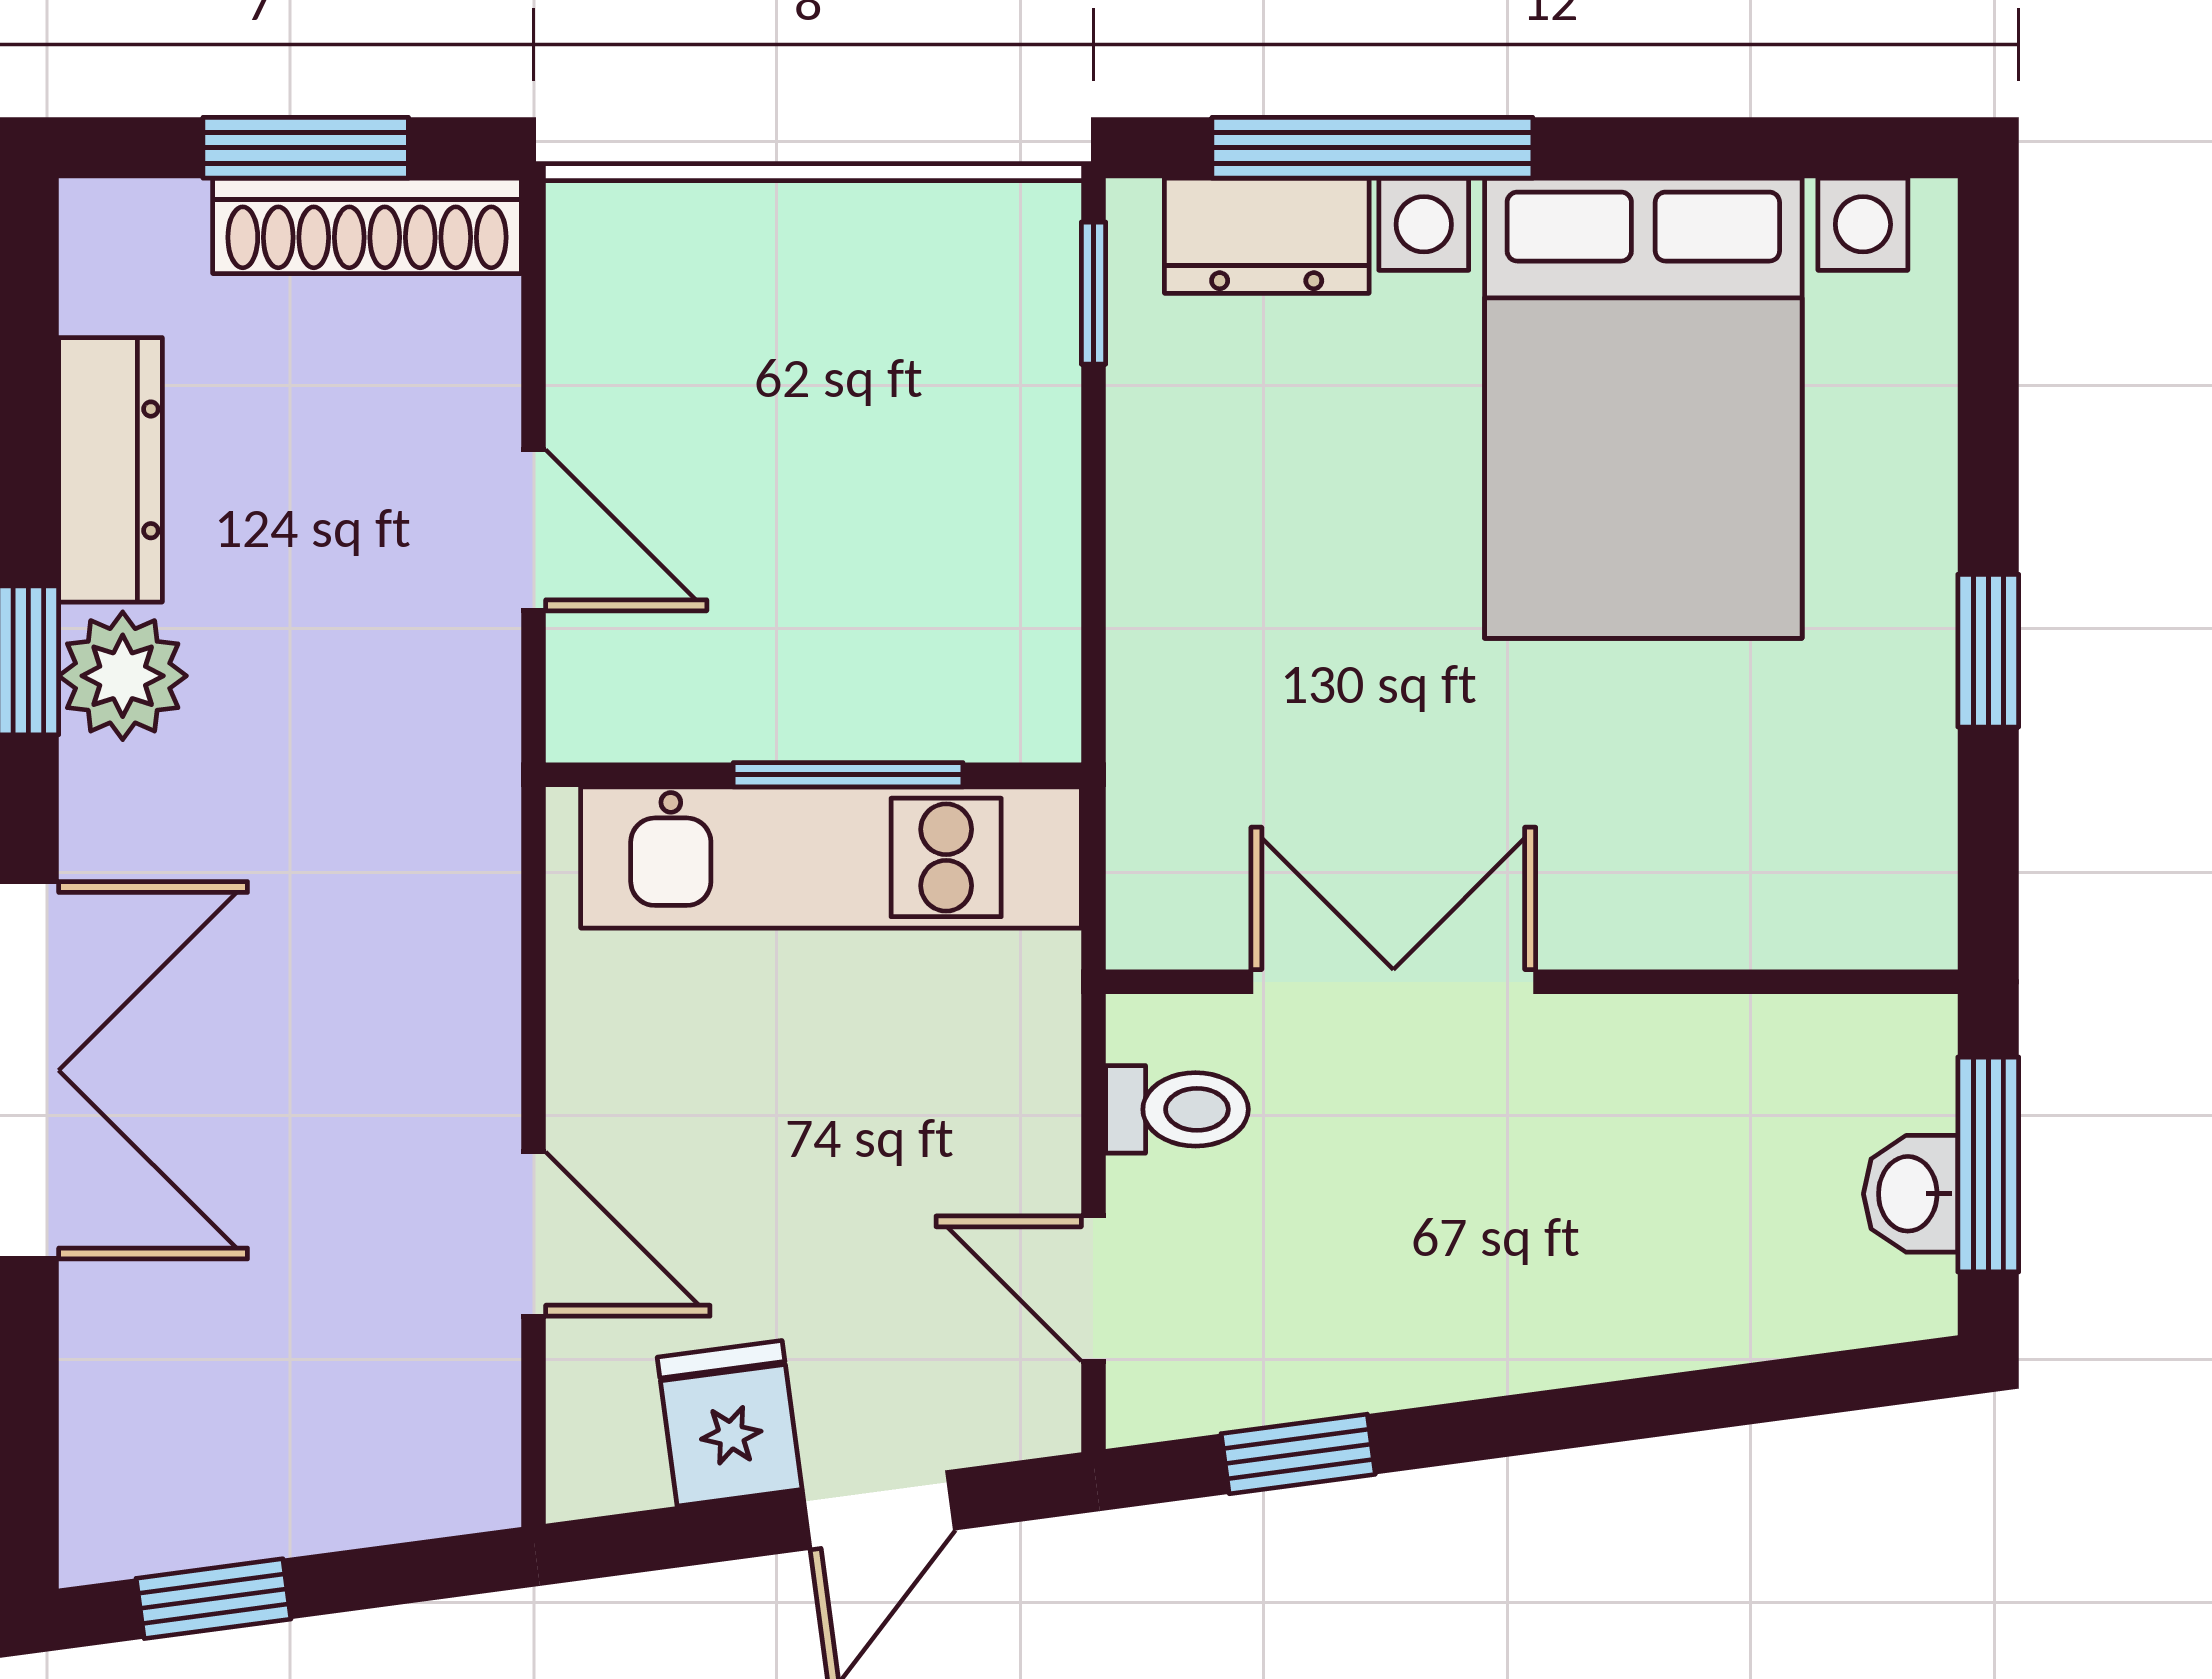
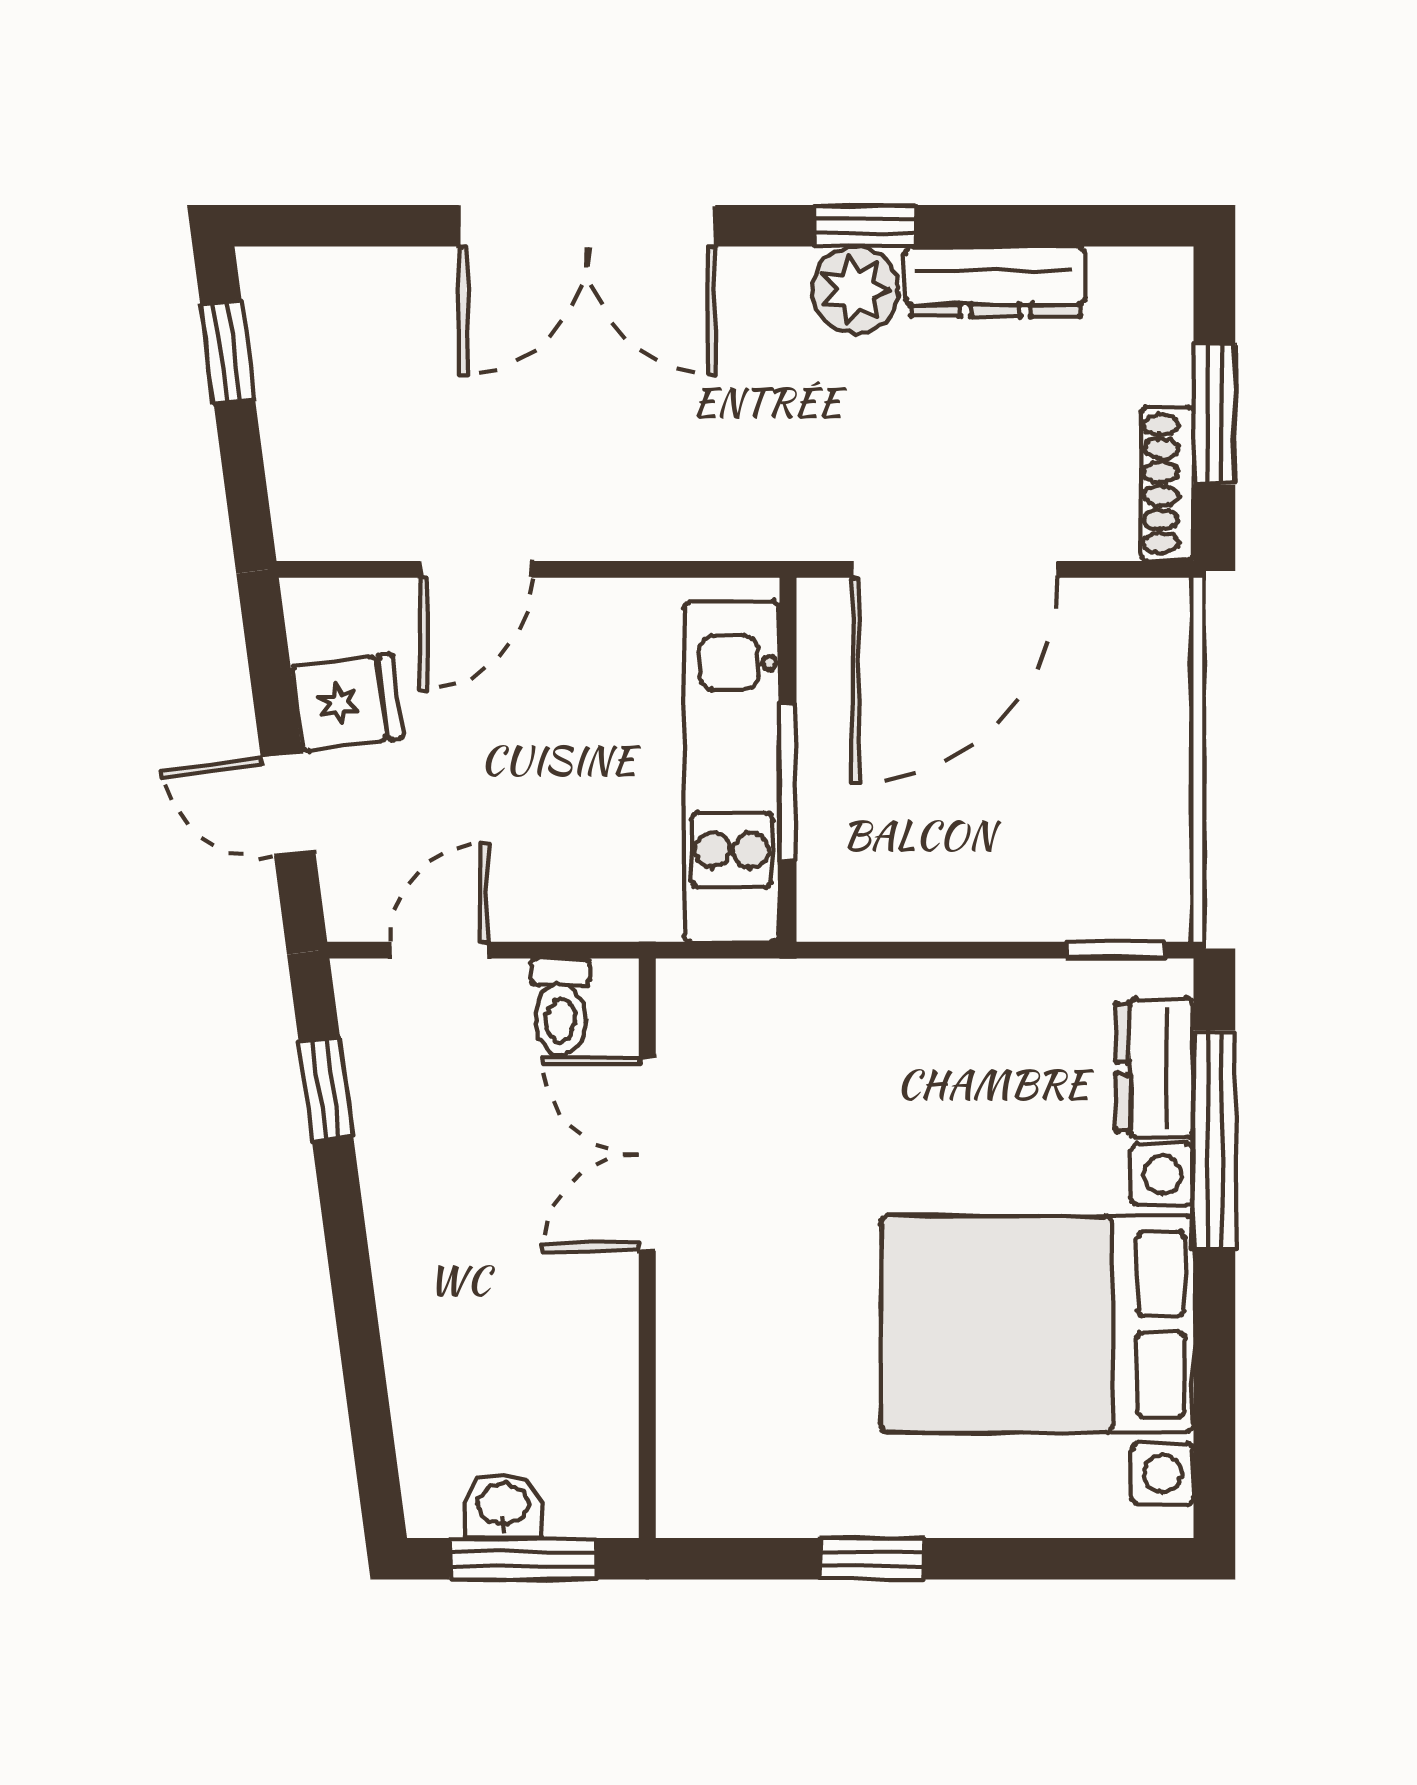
shoe rack: (367, 226) -> (1167, 484), width x0.74, depth x0.81
door: (534, 530) -> (954, 569), width x1.87
double door: (1393, 982) -> (647, 1154), swing flipped

